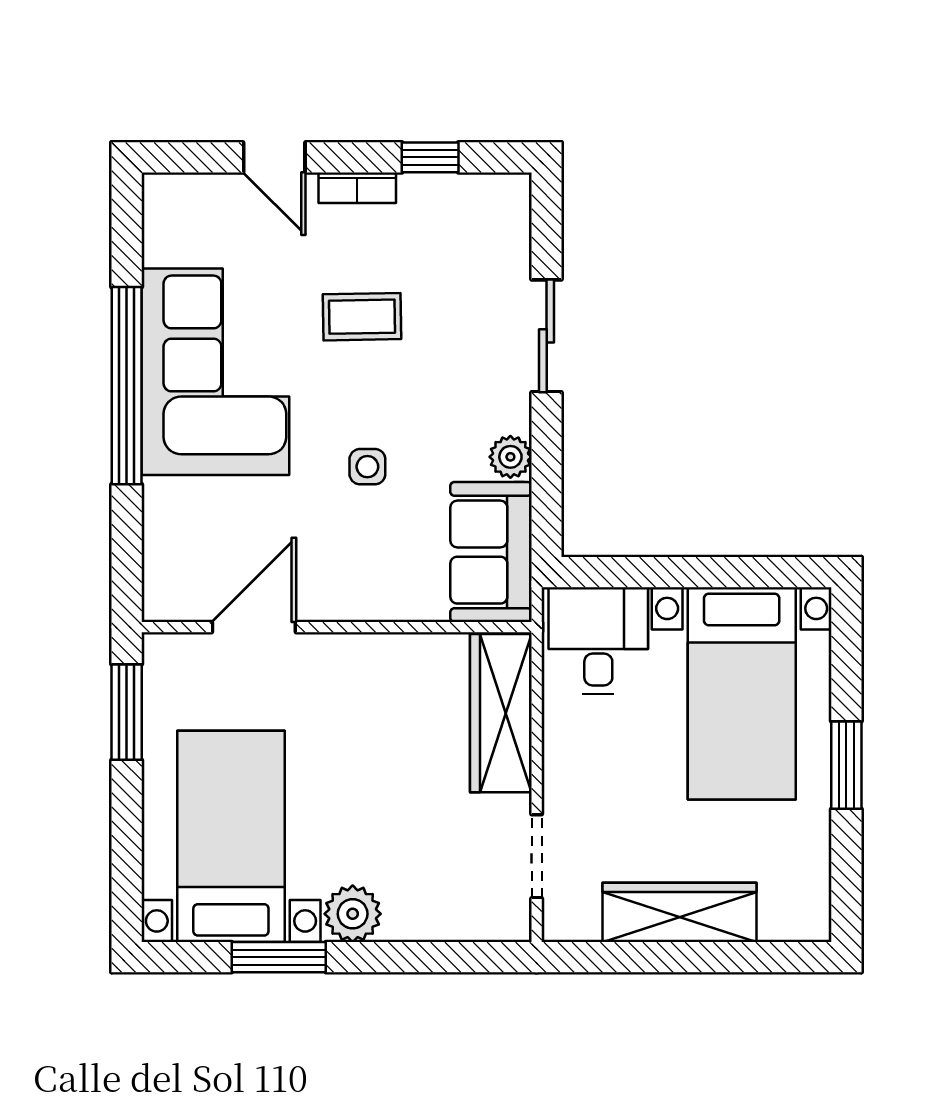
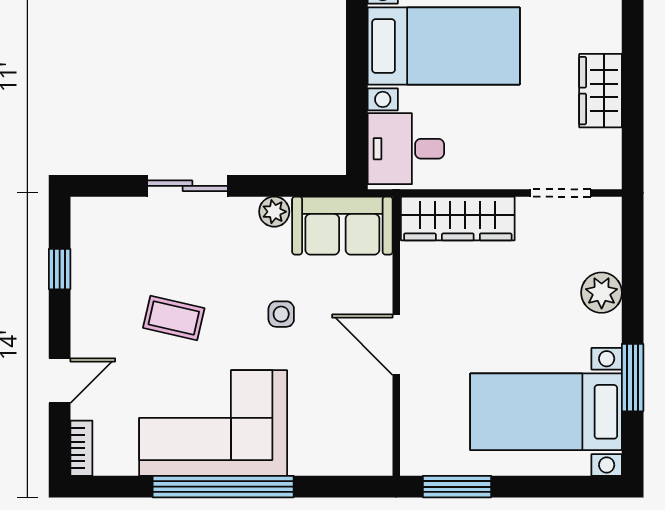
bookcase: (357, 188) -> (81, 448), moved
coffee table: (362, 317) -> (174, 318), turned -76
door: (254, 627) -> (396, 345), moved
wardrobe: (679, 912) -> (600, 91), width x0.67
plant: (353, 914) -> (602, 293), moved

